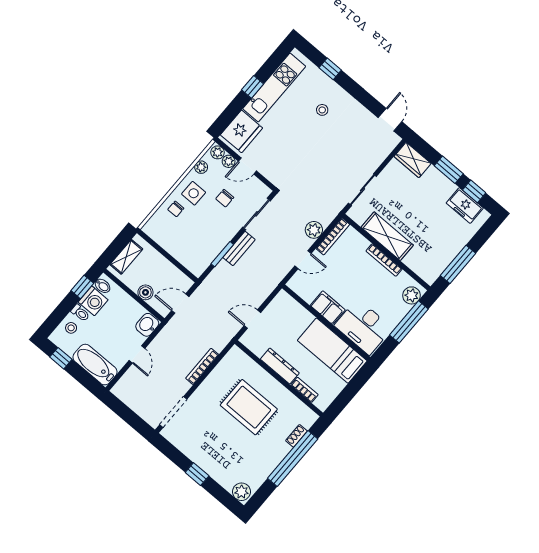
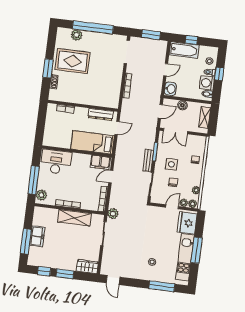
window: (330, 69) -> (162, 286), width x2.17
window: (253, 87) -> (197, 250), width x2.17
side table: (194, 193) -> (171, 164), moved
freezer: (465, 206) -> (37, 236), moved, turned 90
plant: (314, 230) -> (113, 214), moved
double door: (177, 264) -> (175, 131), added
window: (458, 264) -> (26, 241), moved
window: (82, 287) -> (219, 74), moved
filing cabinet: (328, 308) -> (100, 162), moved
bed: (332, 351) -> (93, 142), moved, turned 180
door: (137, 354) -> (166, 70), swing flipped
window: (61, 358) -> (191, 40), moved
dresser: (280, 366) -> (101, 114), moved
rug: (249, 407) -> (73, 61), moved
window: (126, 414) -> (151, 35), added
window: (293, 459) -> (48, 68), width x0.47
window: (197, 474) -> (93, 27), width x3.17
plant: (241, 492) -> (77, 35), moved

